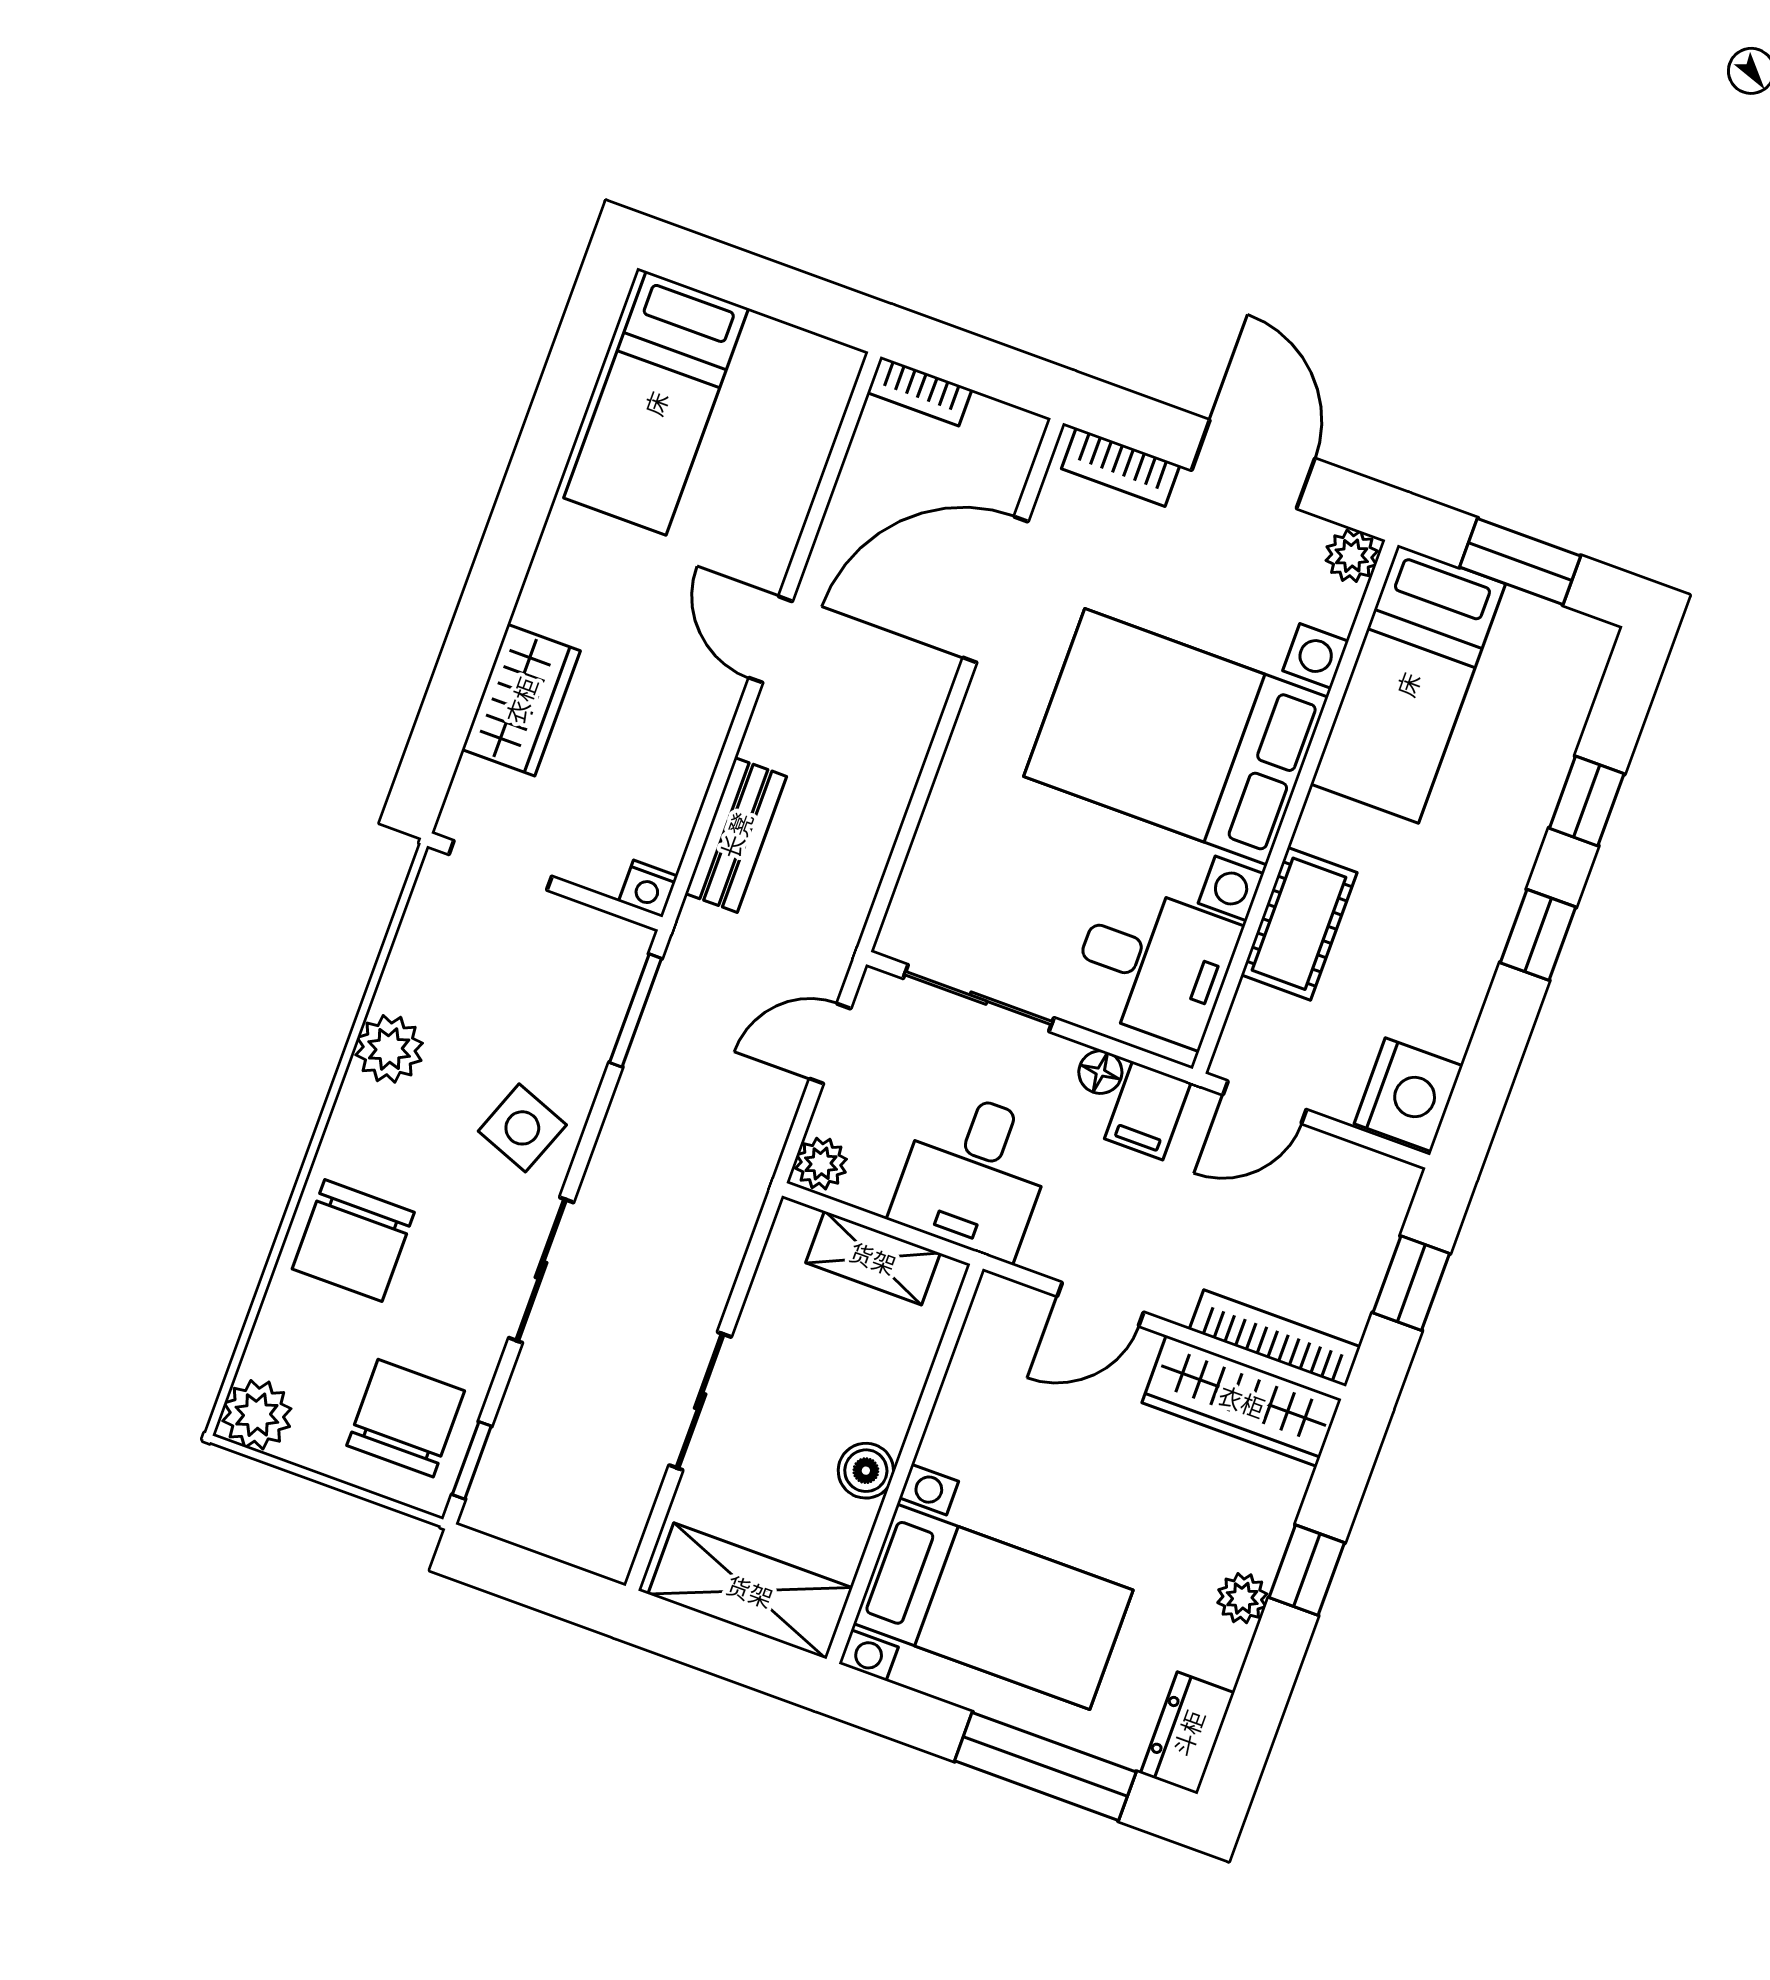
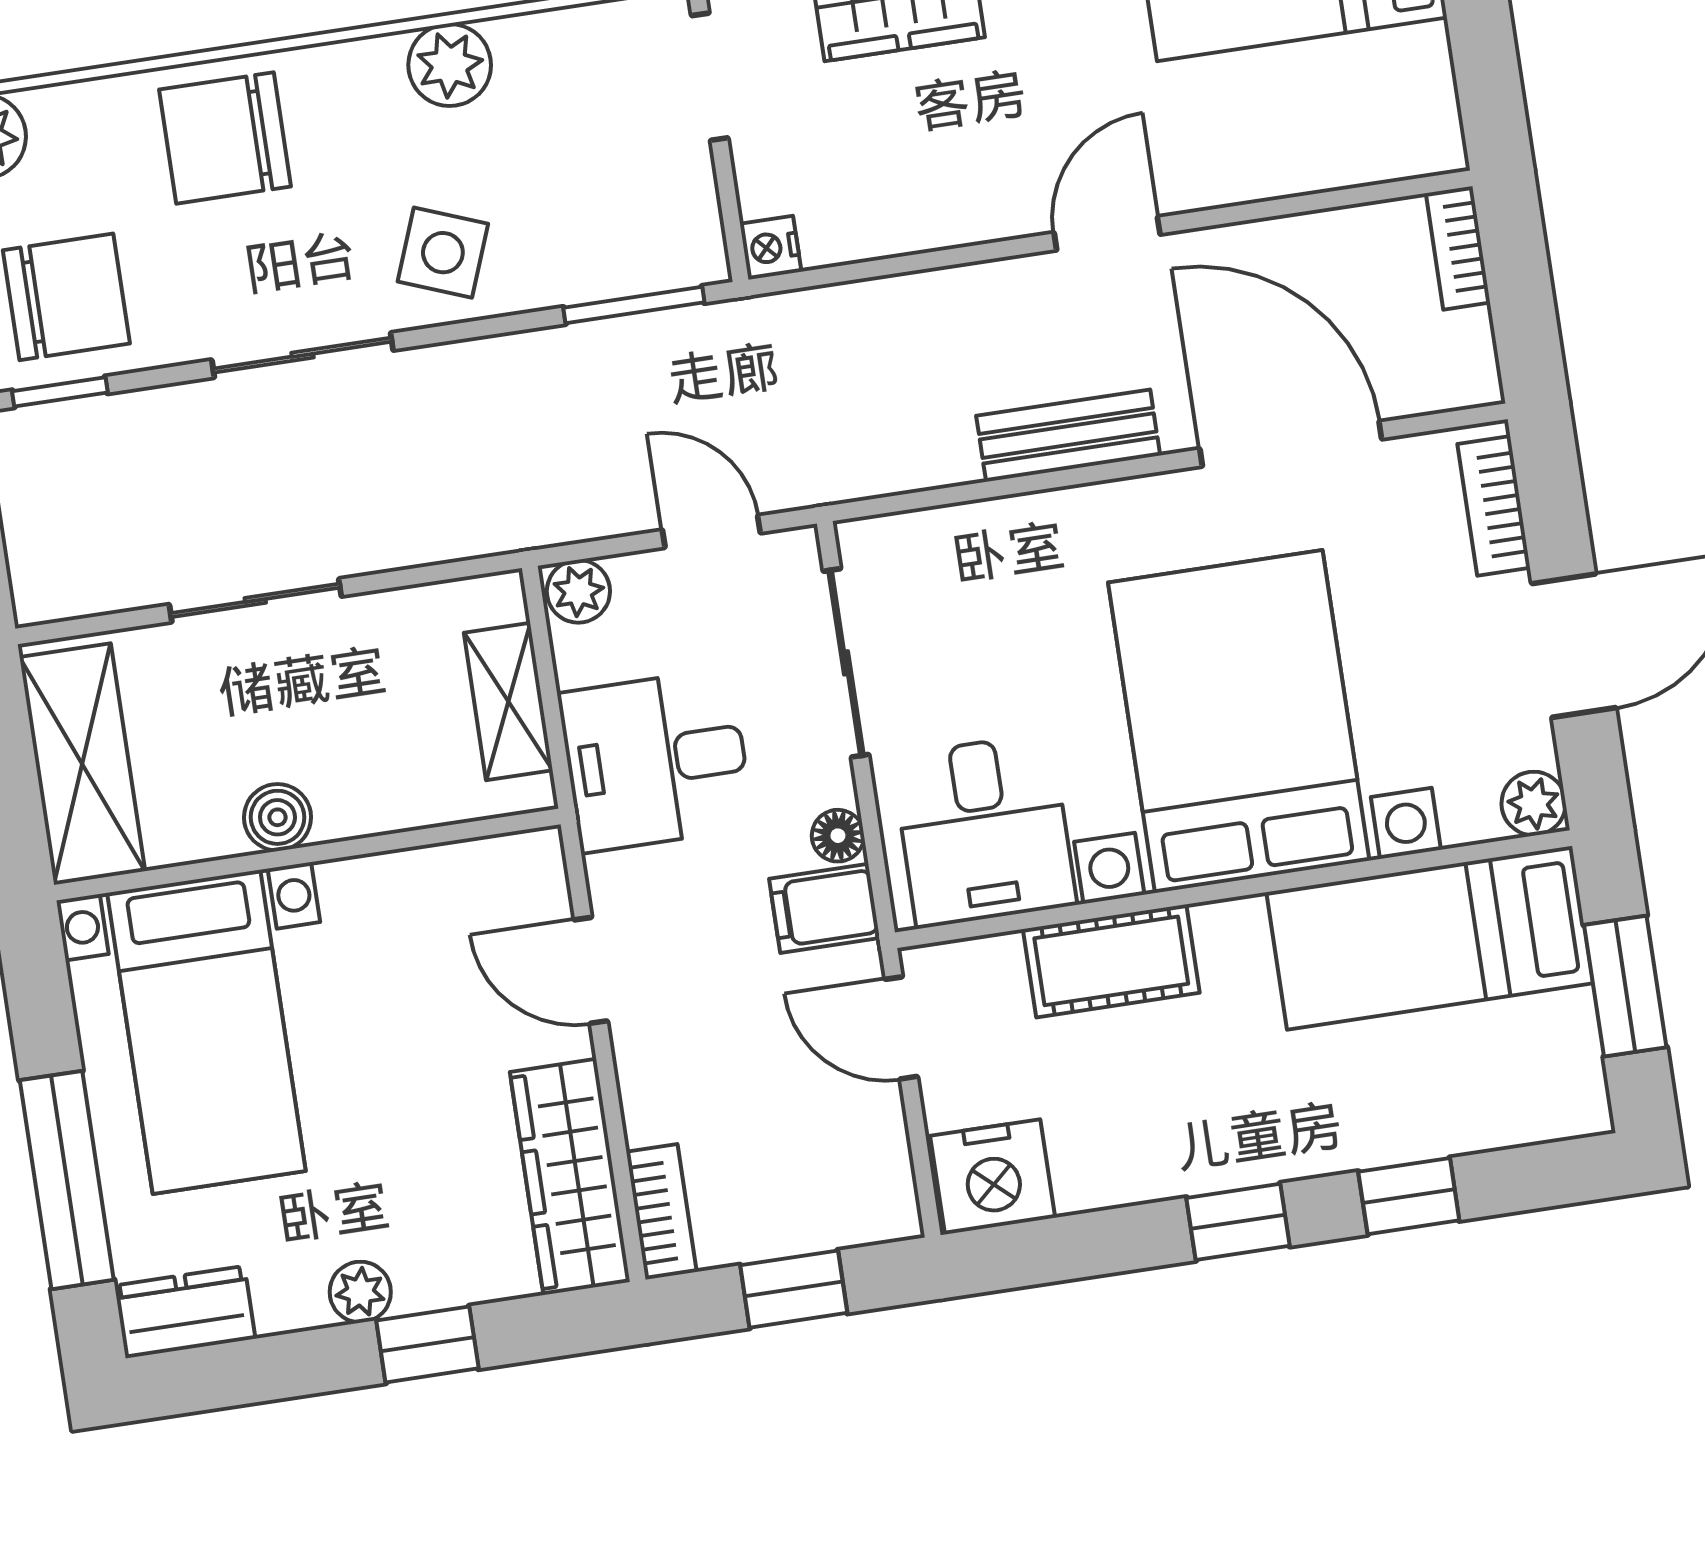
bench: (736, 835) -> (1068, 436), moved
bookcase: (1275, 1338) -> (661, 1212), width x0.64

